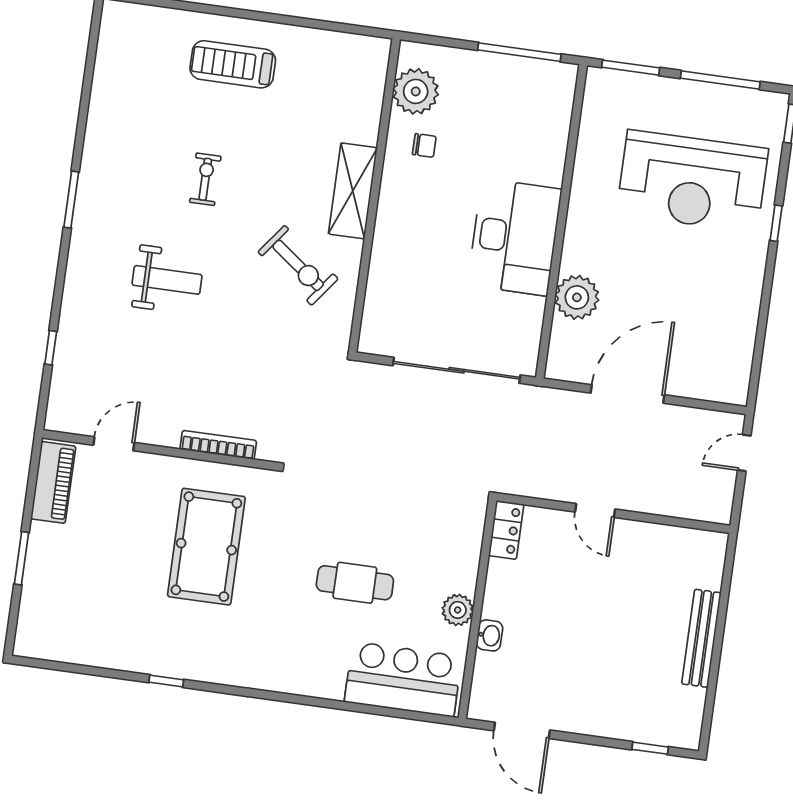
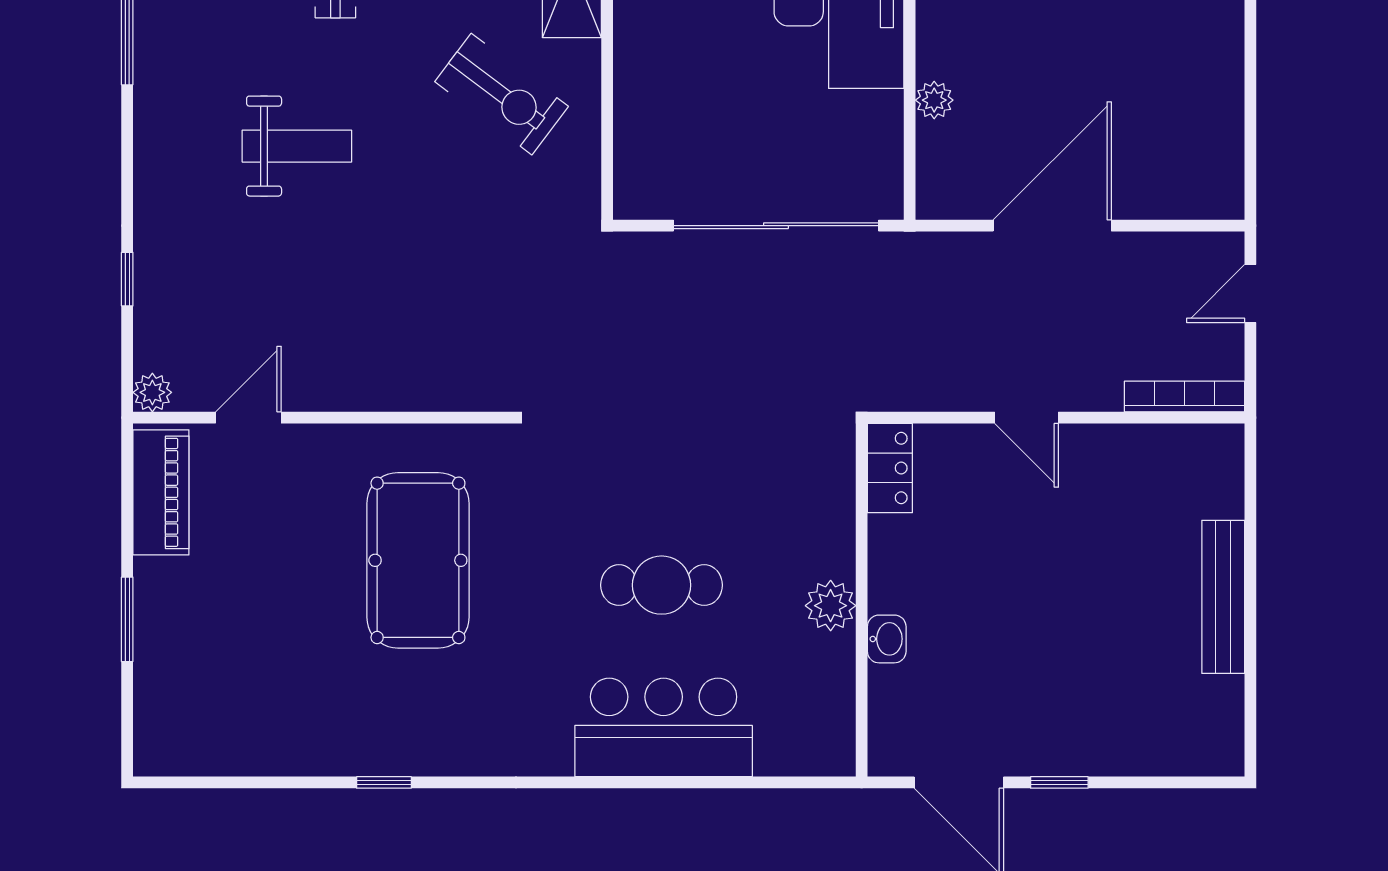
plant: (577, 297) -> (934, 100), width x0.53, depth x0.53
plant: (56, 420) -> (152, 392), added
bookcase: (218, 445) -> (1185, 396), moved
bar counter: (403, 679) -> (664, 727), moved
window: (650, 748) -> (1059, 782), moved

